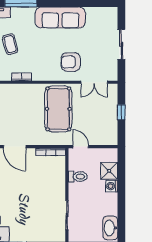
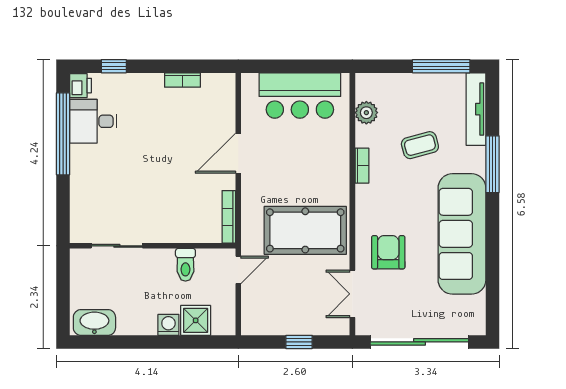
sofa: (60, 17) -> (462, 234), width x1.36, depth x1.27
sliding door: (121, 44) -> (419, 342), width x1.86

